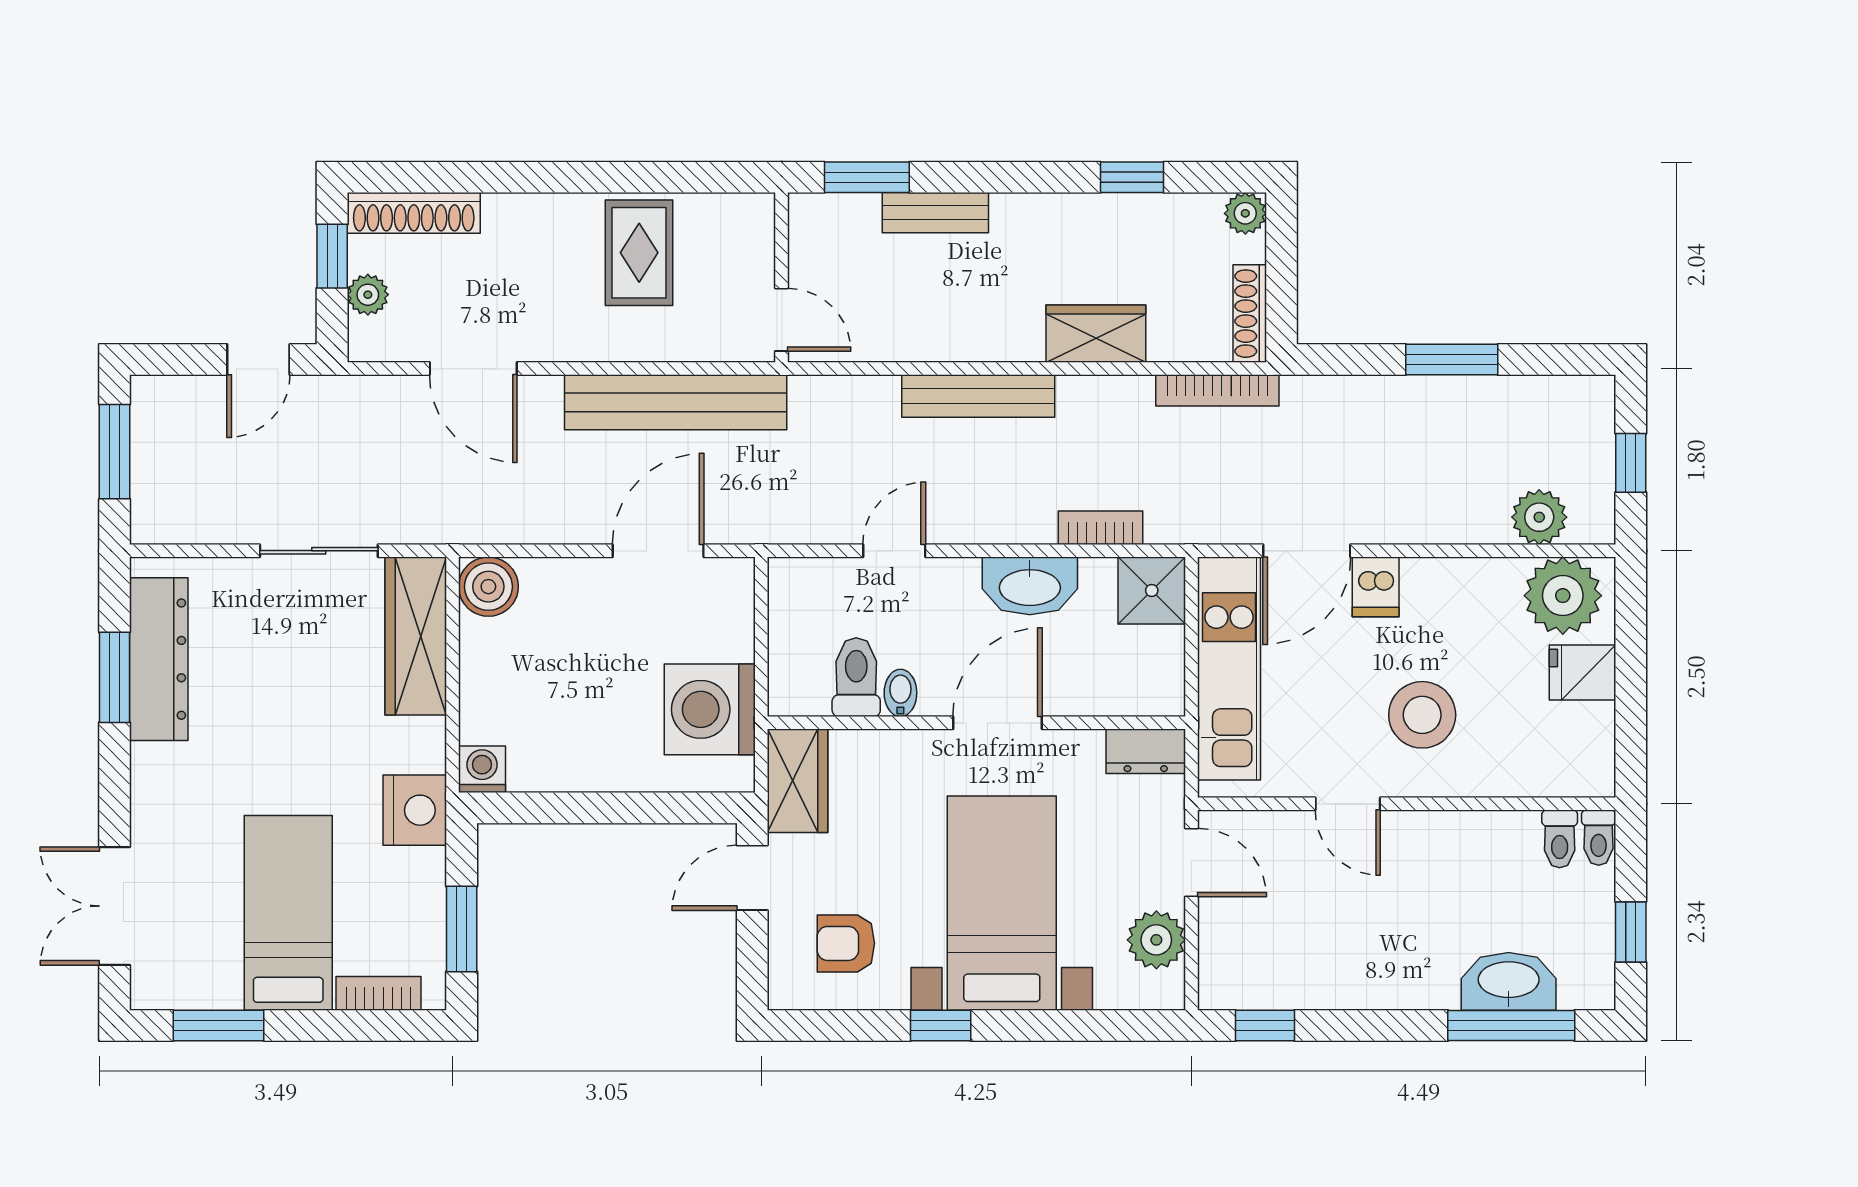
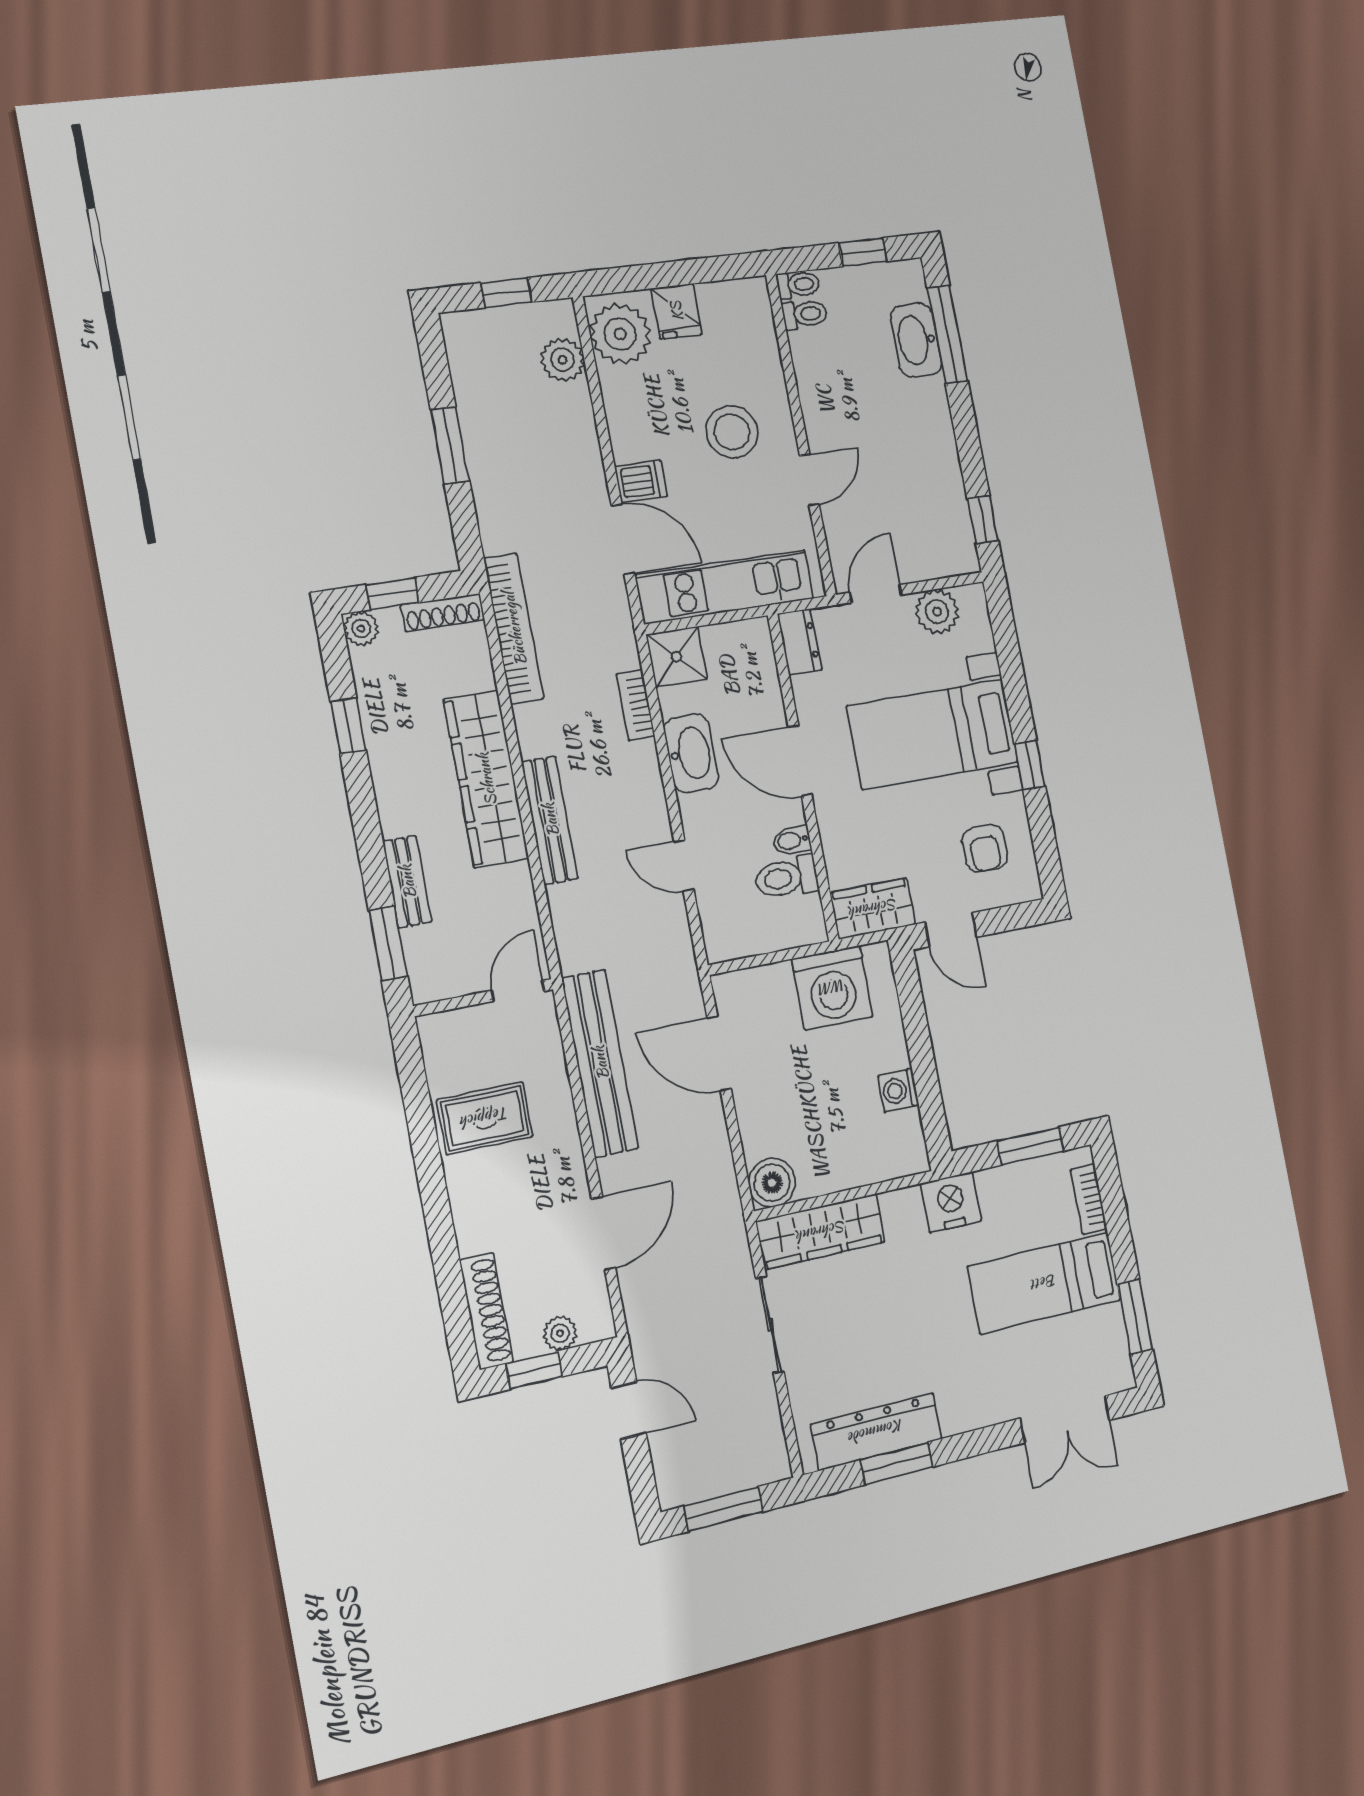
window: (1282, 258) -> (393, 594), added
wardrobe: (1096, 334) -> (486, 779), width x2.10, depth x1.17
bookcase: (1217, 390) -> (514, 629), width x1.48, depth x1.31
washing machine: (482, 769) -> (898, 1090), moved

